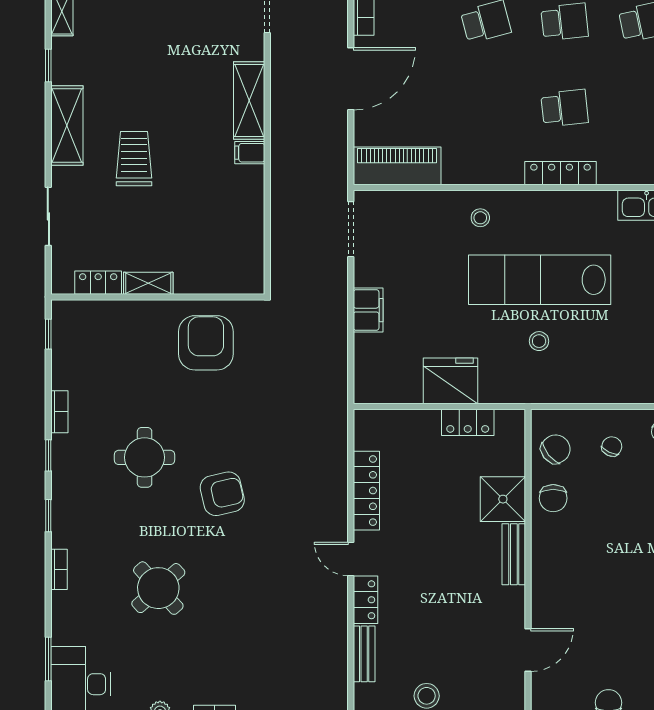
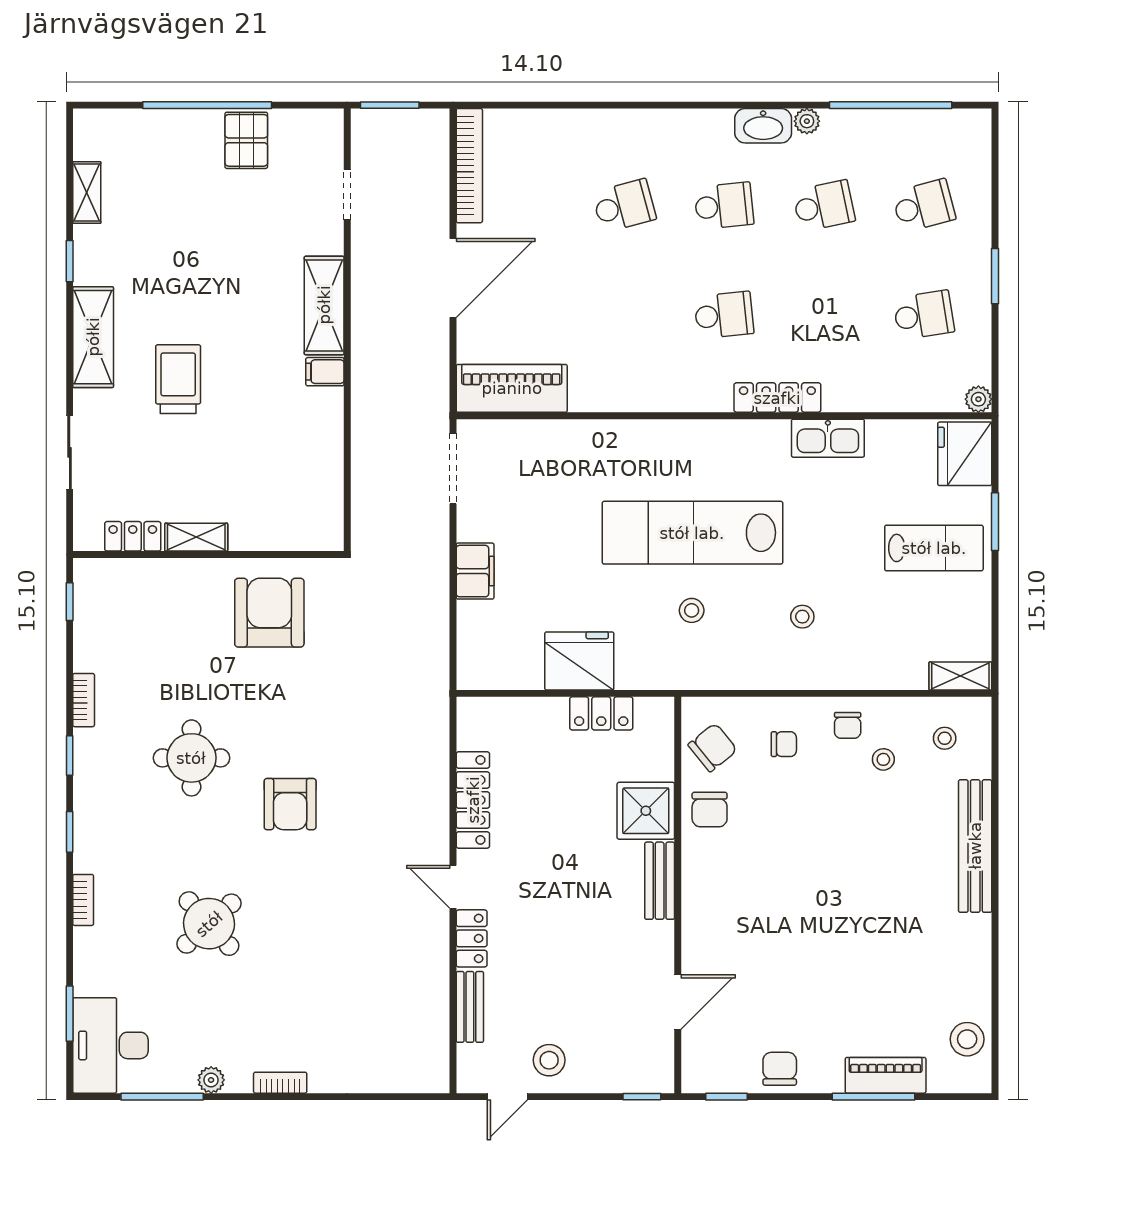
locker: (561, 173) -> (777, 398), moved
stool: (480, 218) -> (802, 617), moved
chair: (612, 447) -> (784, 744), turned 65
armchair: (222, 494) -> (290, 804), turned 103

